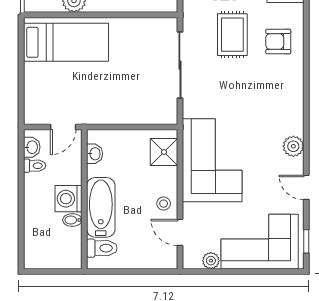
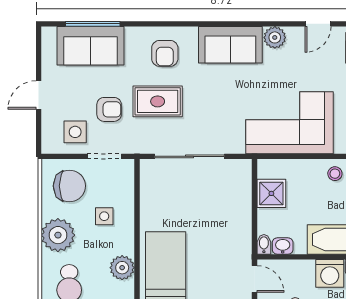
sofa: (286, 104) -> (230, 45), added
bidet: (96, 136) -> (264, 244), added
shower: (164, 152) -> (271, 193), moved

